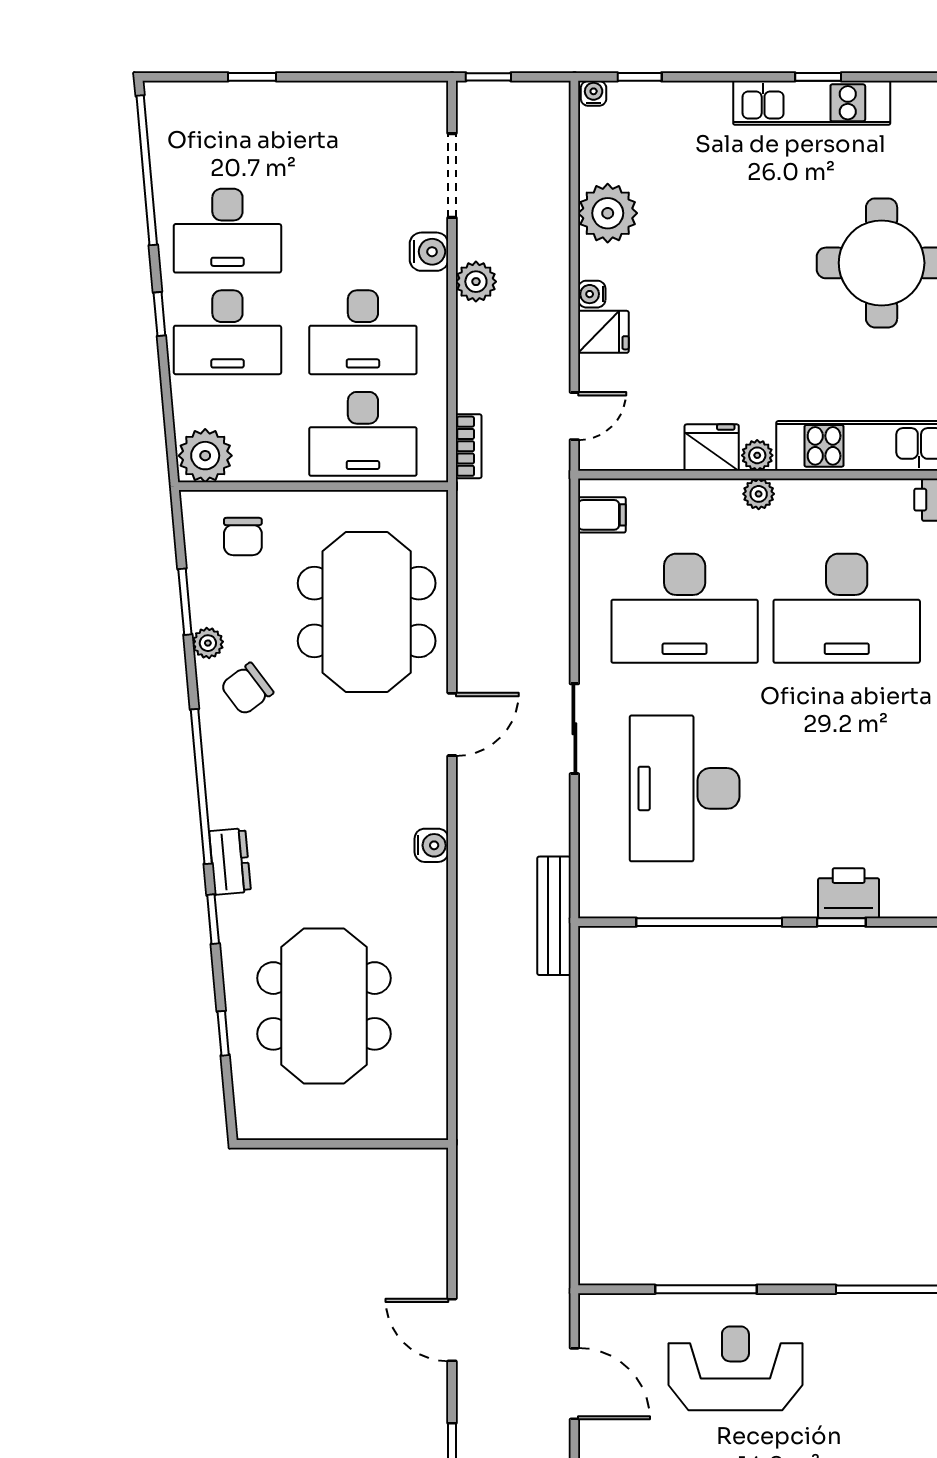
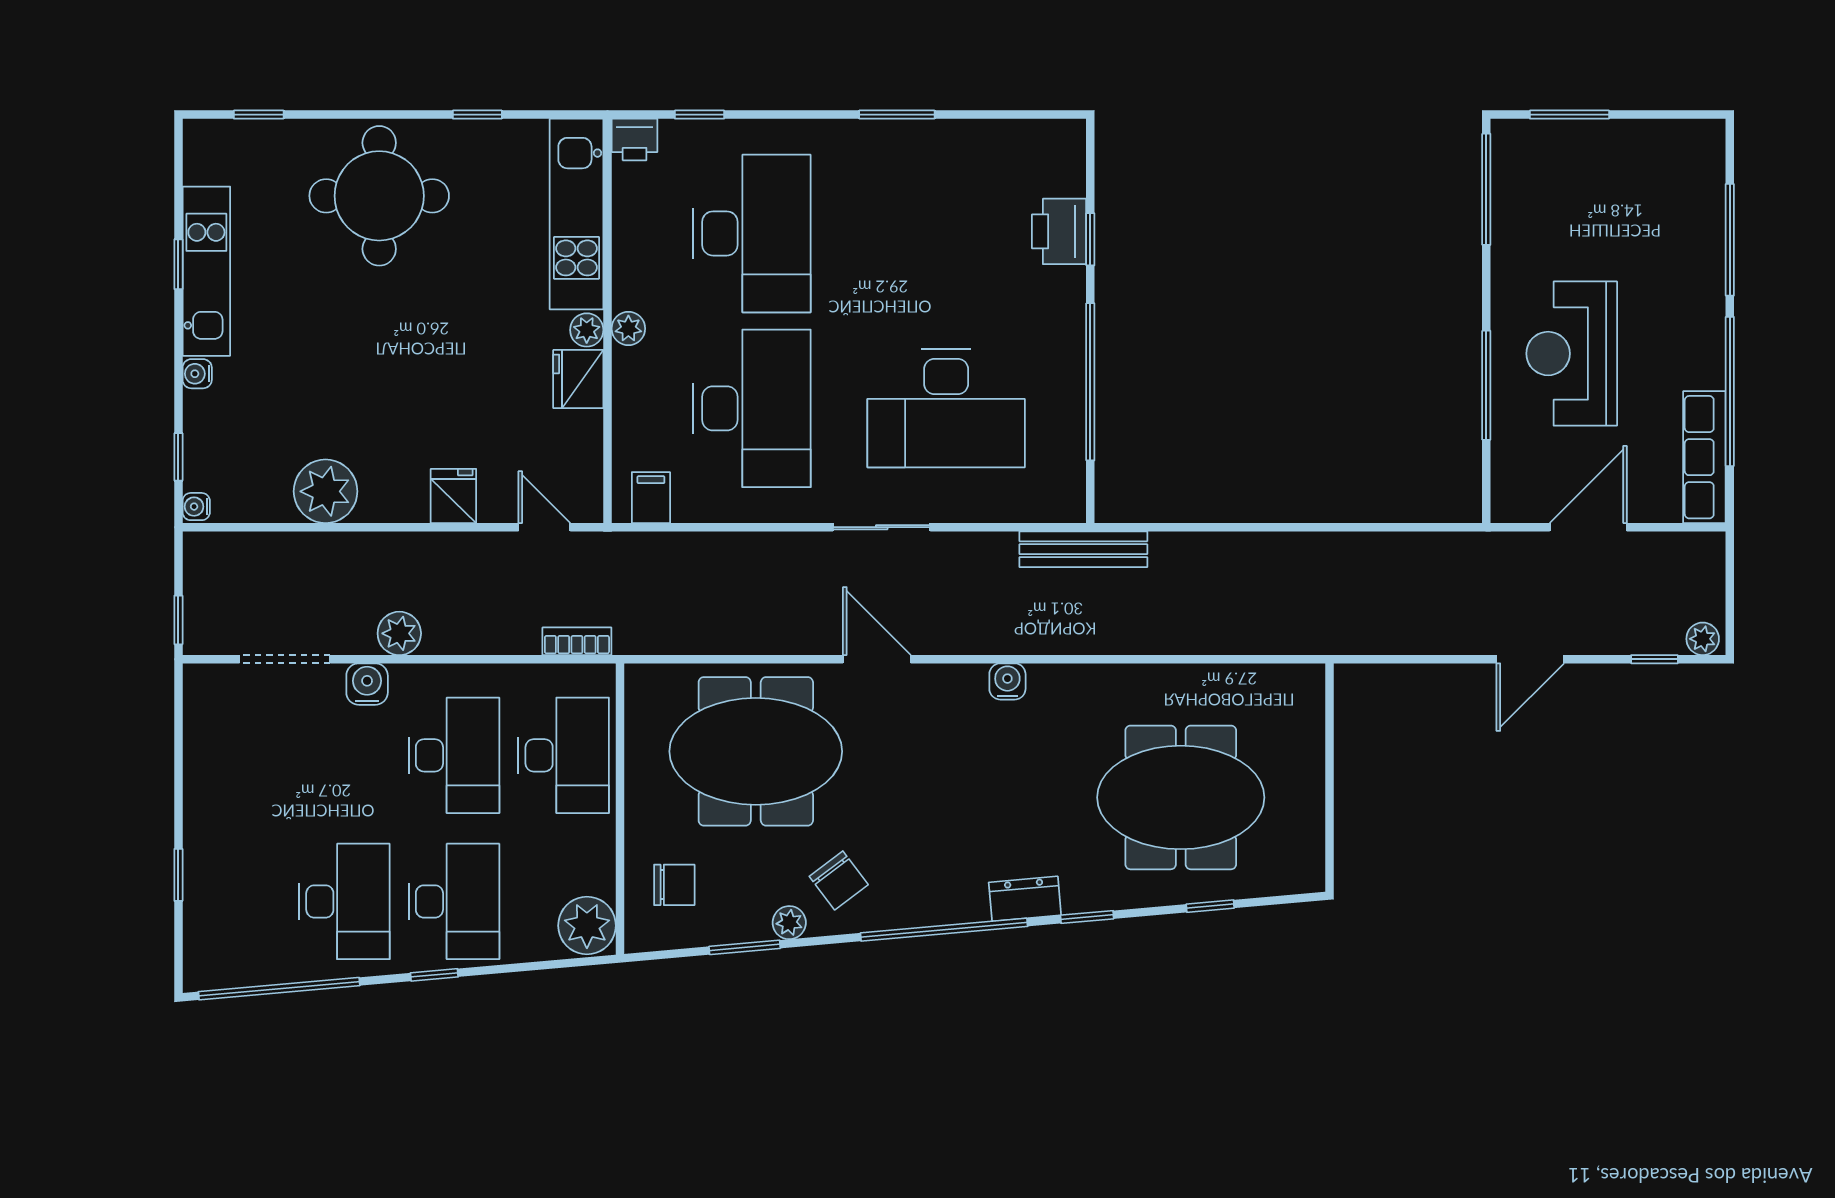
water cooler: (592, 294) -> (197, 374), moved, turned 90

